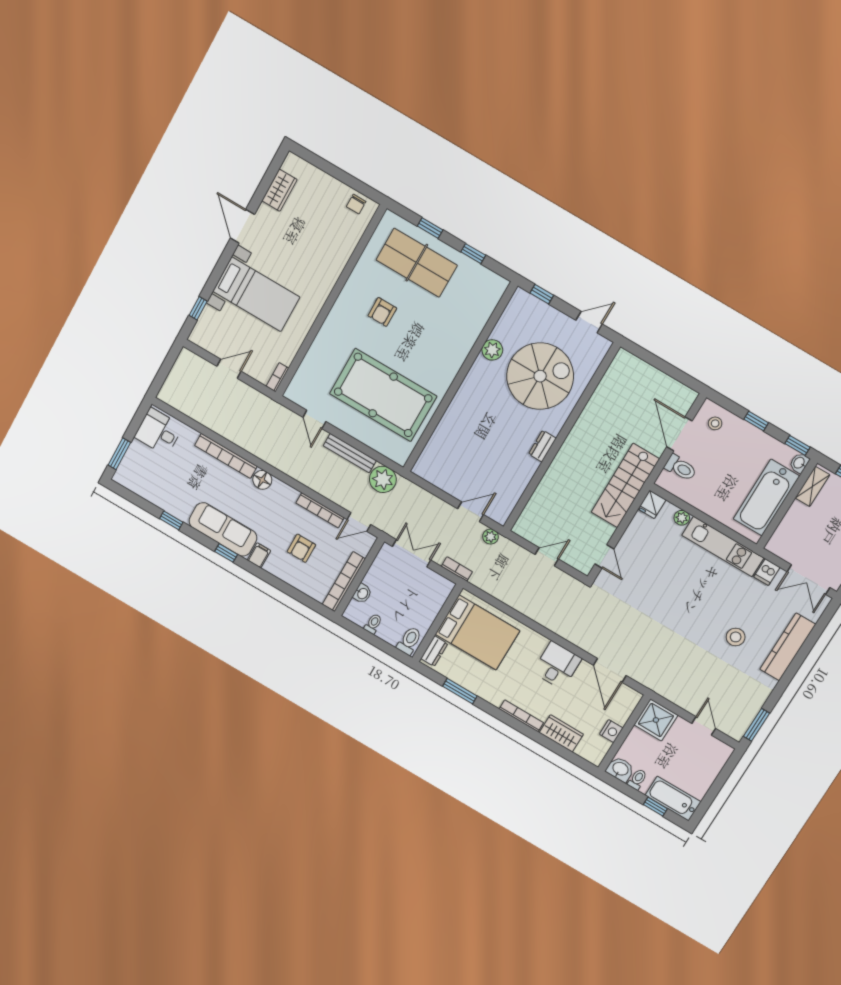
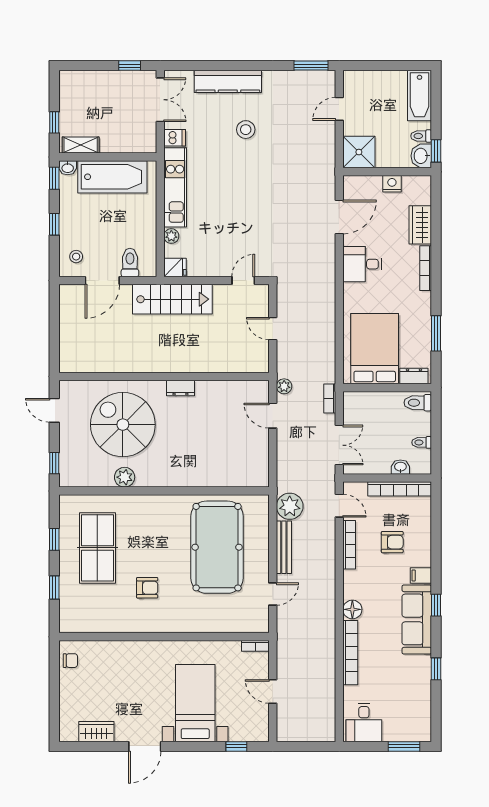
table tennis table: (417, 263) -> (97, 548), moved
double door: (412, 553) -> (339, 445), swing flipped
window: (655, 807) -> (436, 151), moved

